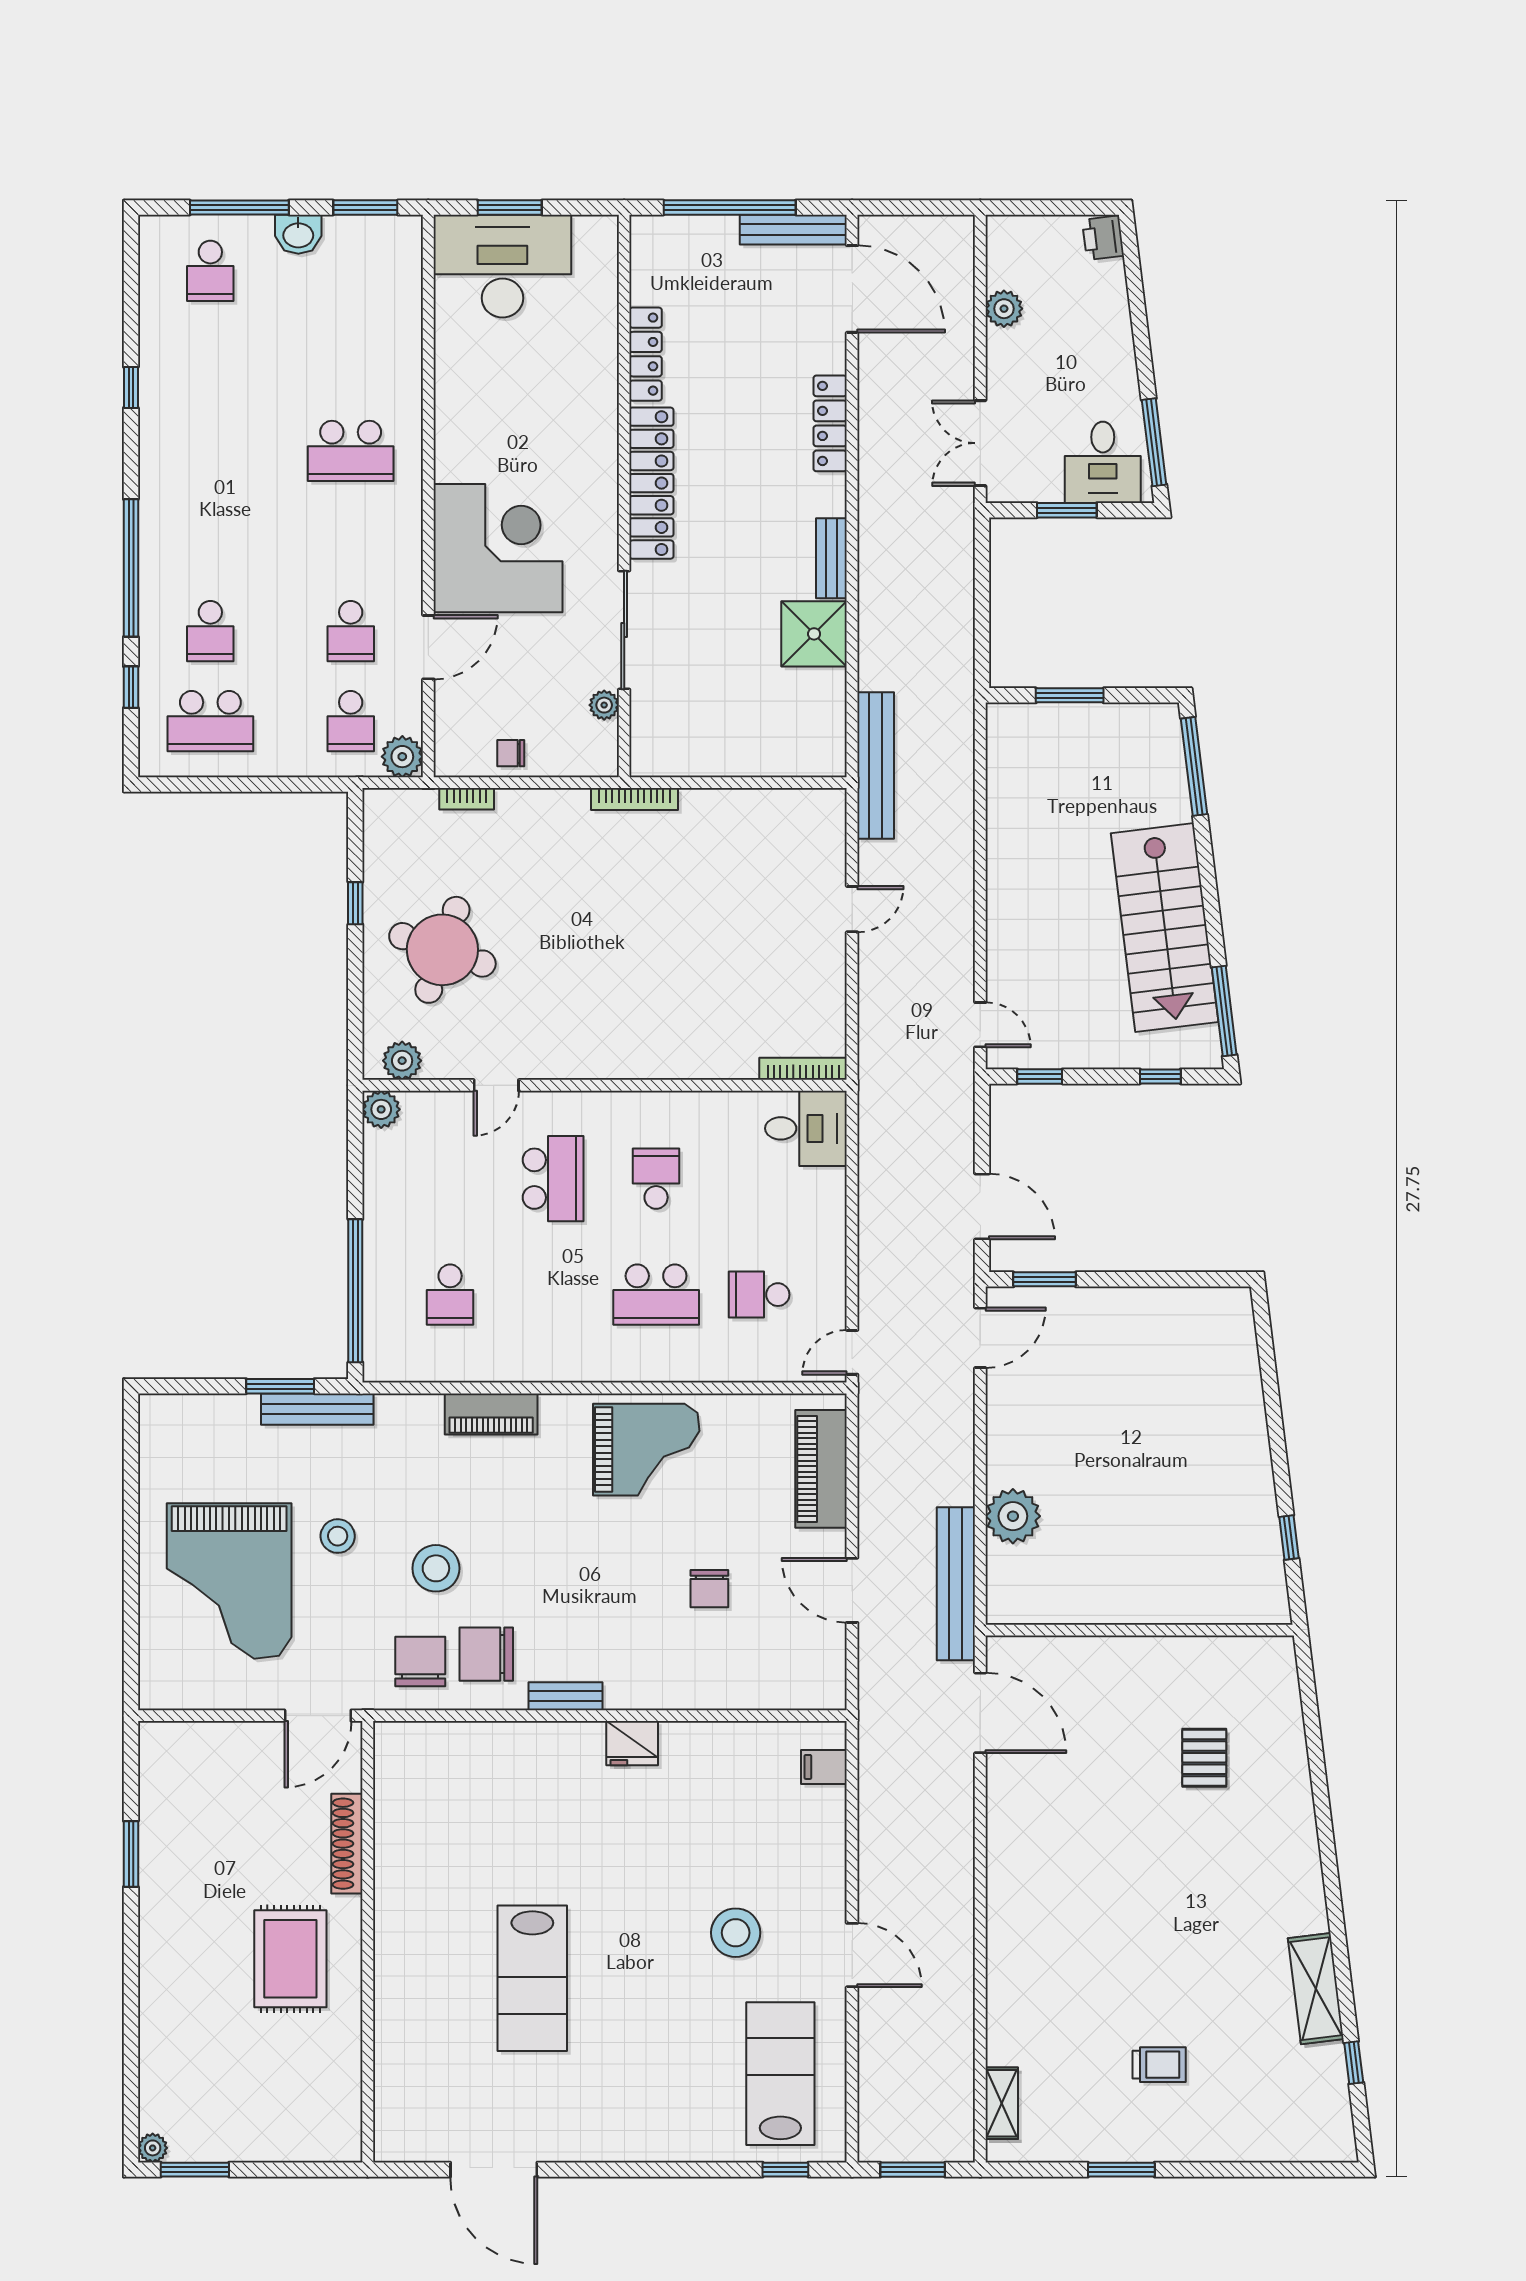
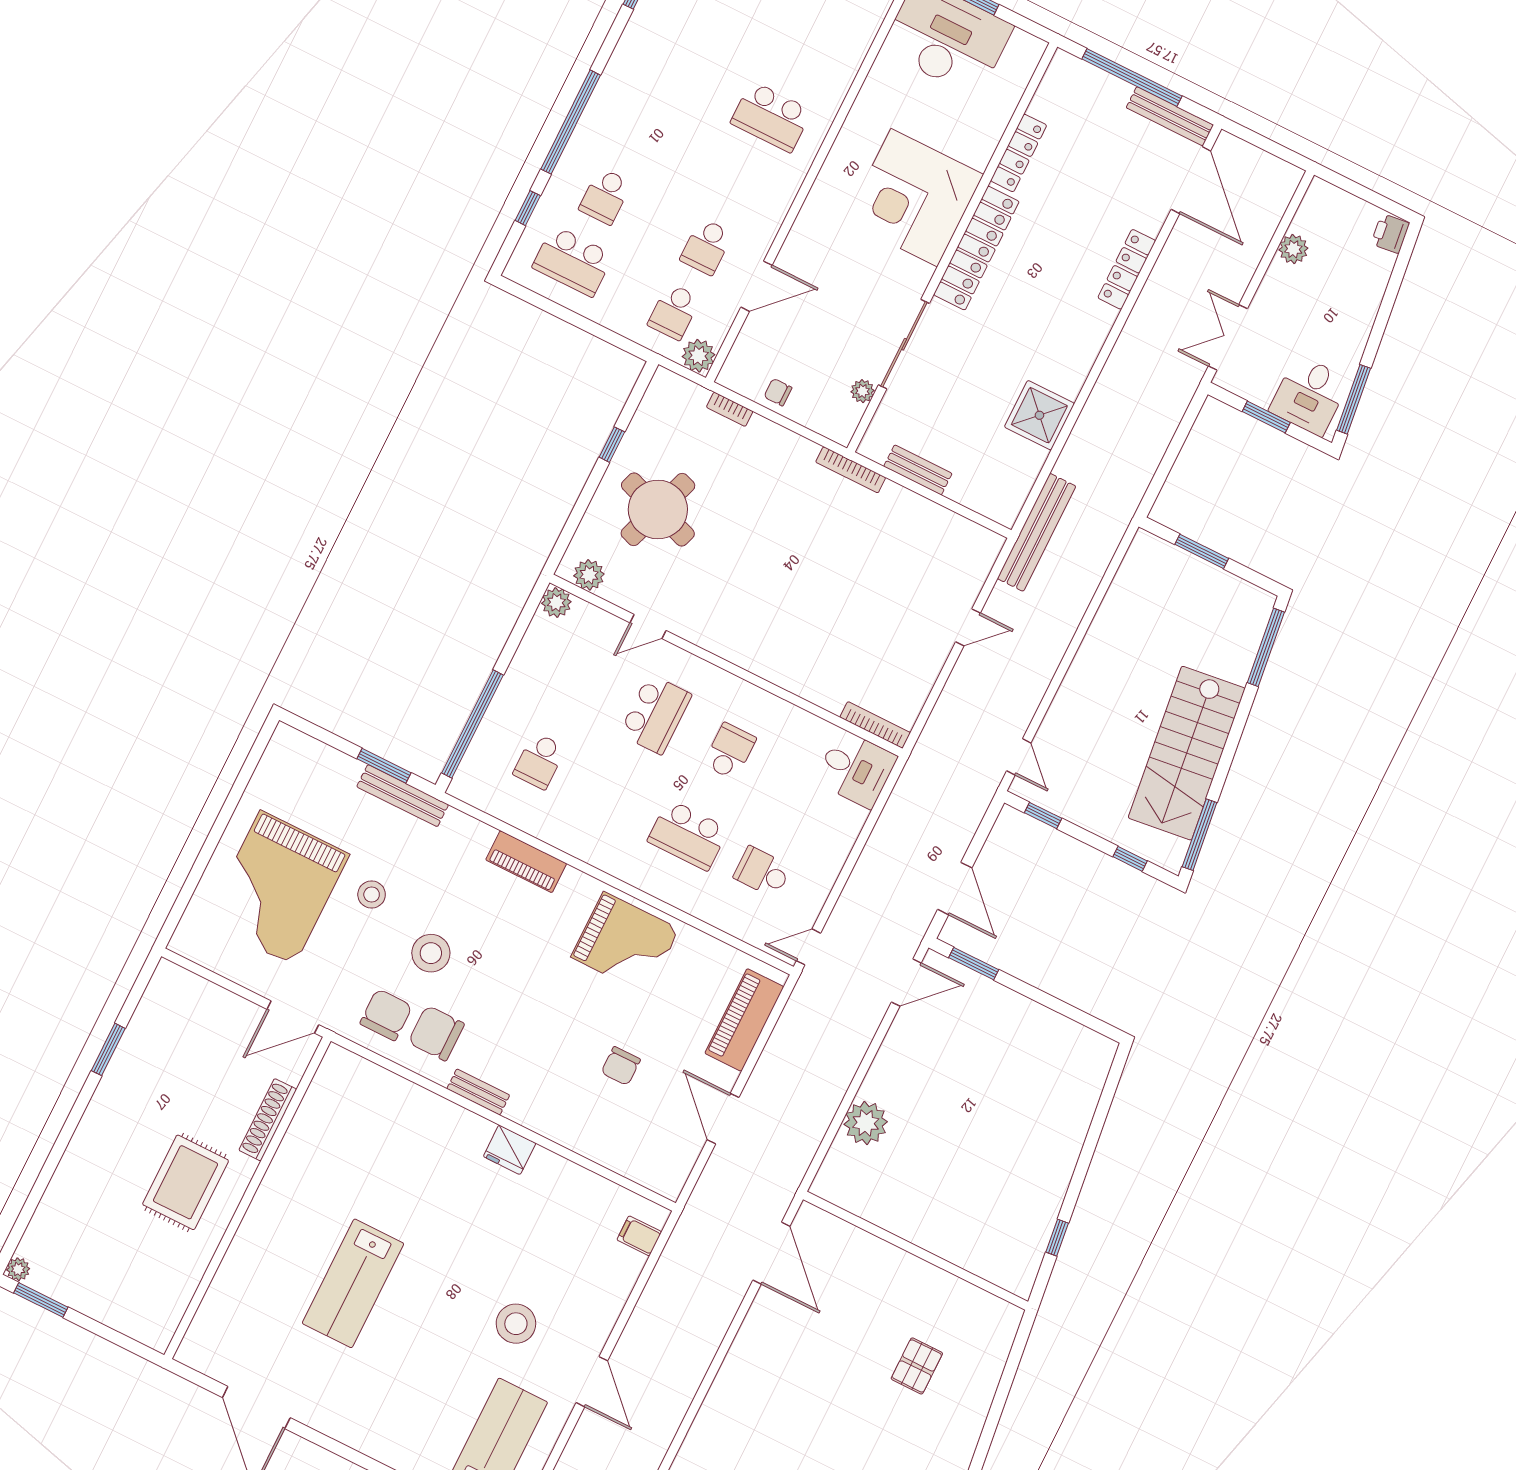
corner desk: (498, 548) -> (914, 198), moved, turned 180
bench: (831, 558) -> (918, 470), moved, turned 90
bench: (956, 1584) -> (800, 1151), removed

